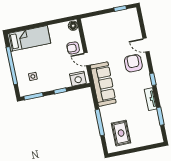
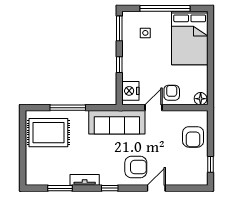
armchair: (103, 25) -> (193, 137), added
bed: (29, 38) -> (190, 38), width x1.50
rug: (121, 133) -> (48, 133), width x1.36, depth x1.43

